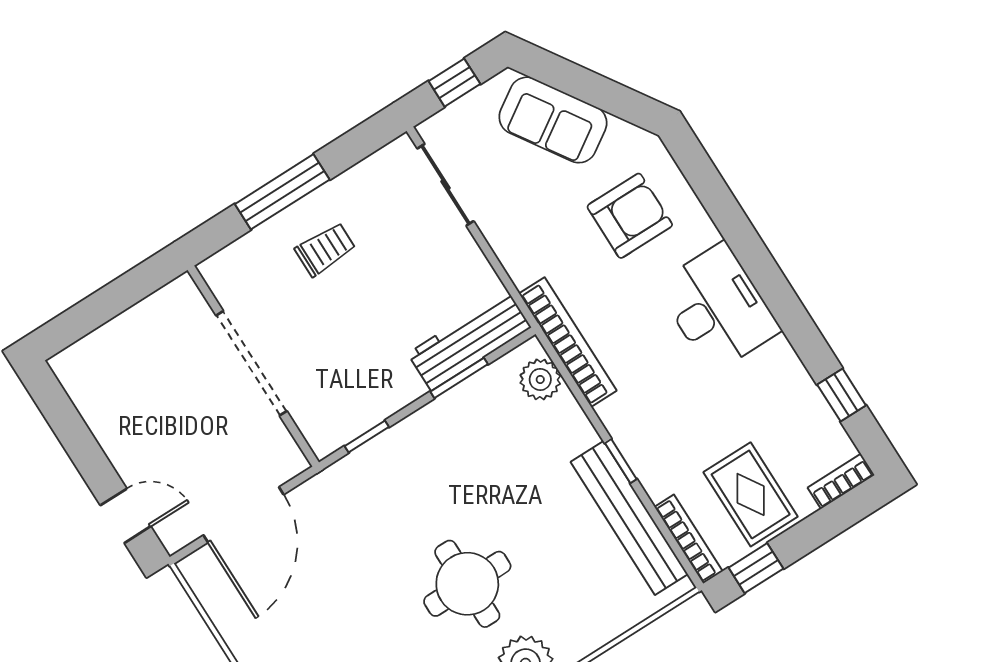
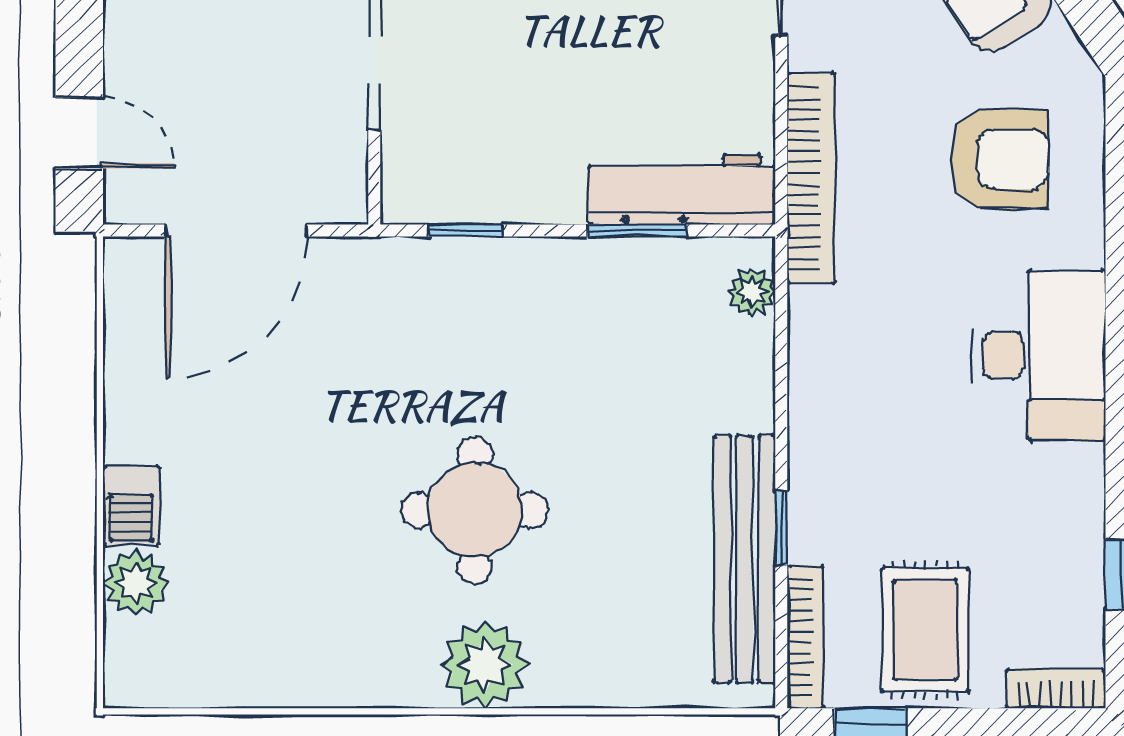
bookcase: (568, 342) -> (811, 178), moved
plant: (540, 379) -> (752, 292), width x0.73, depth x0.73
window: (621, 461) -> (781, 528), moved

